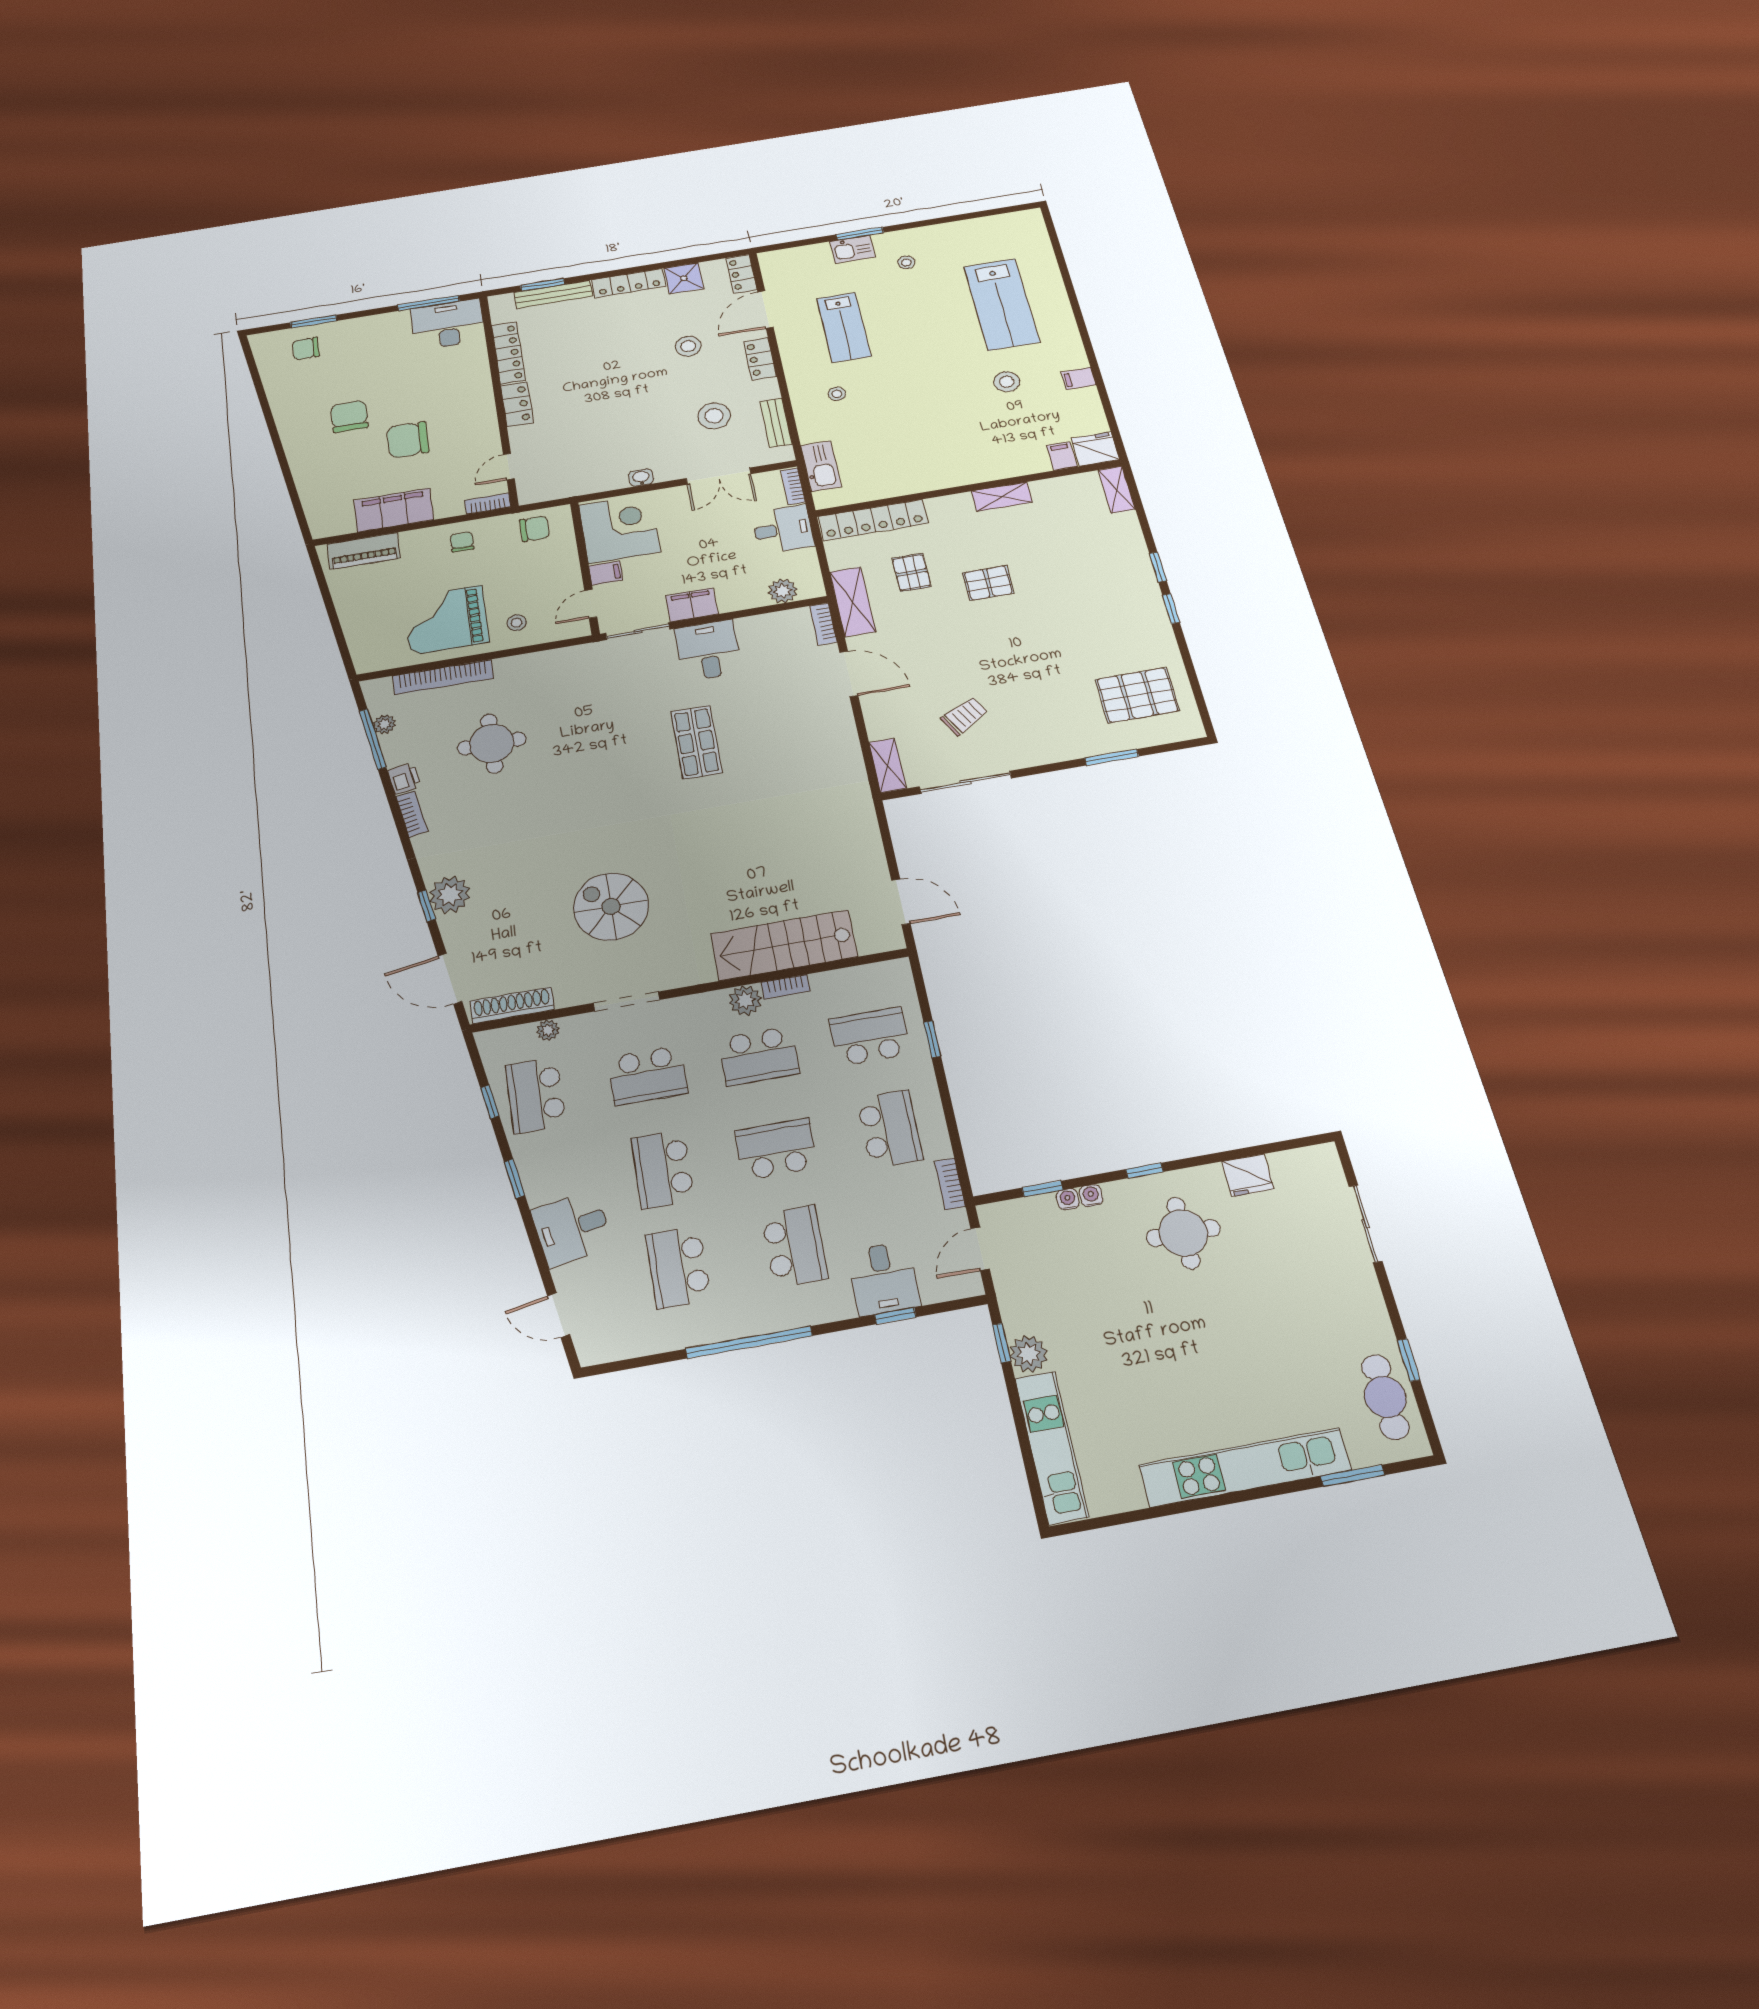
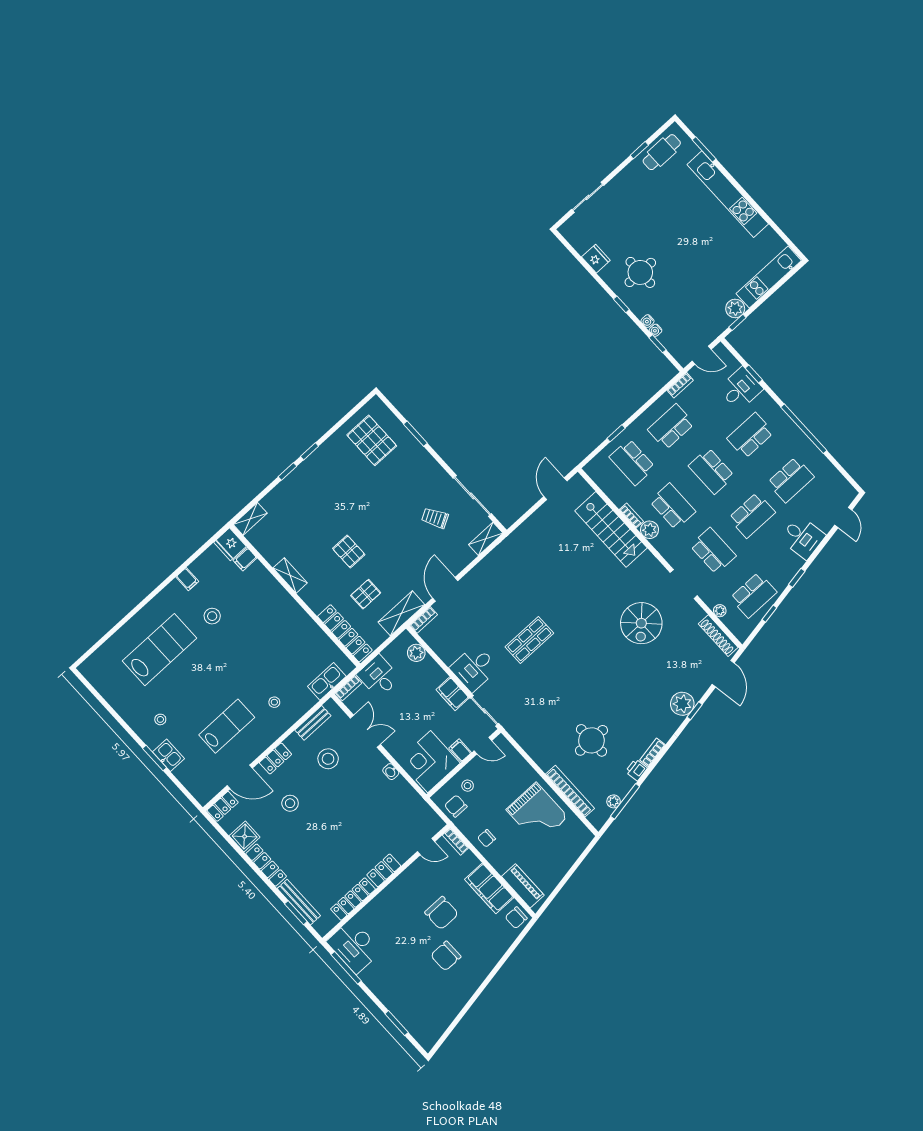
chair: (306, 348) -> (516, 918), moved, turned 90
stool: (517, 623) -> (468, 786), moved

